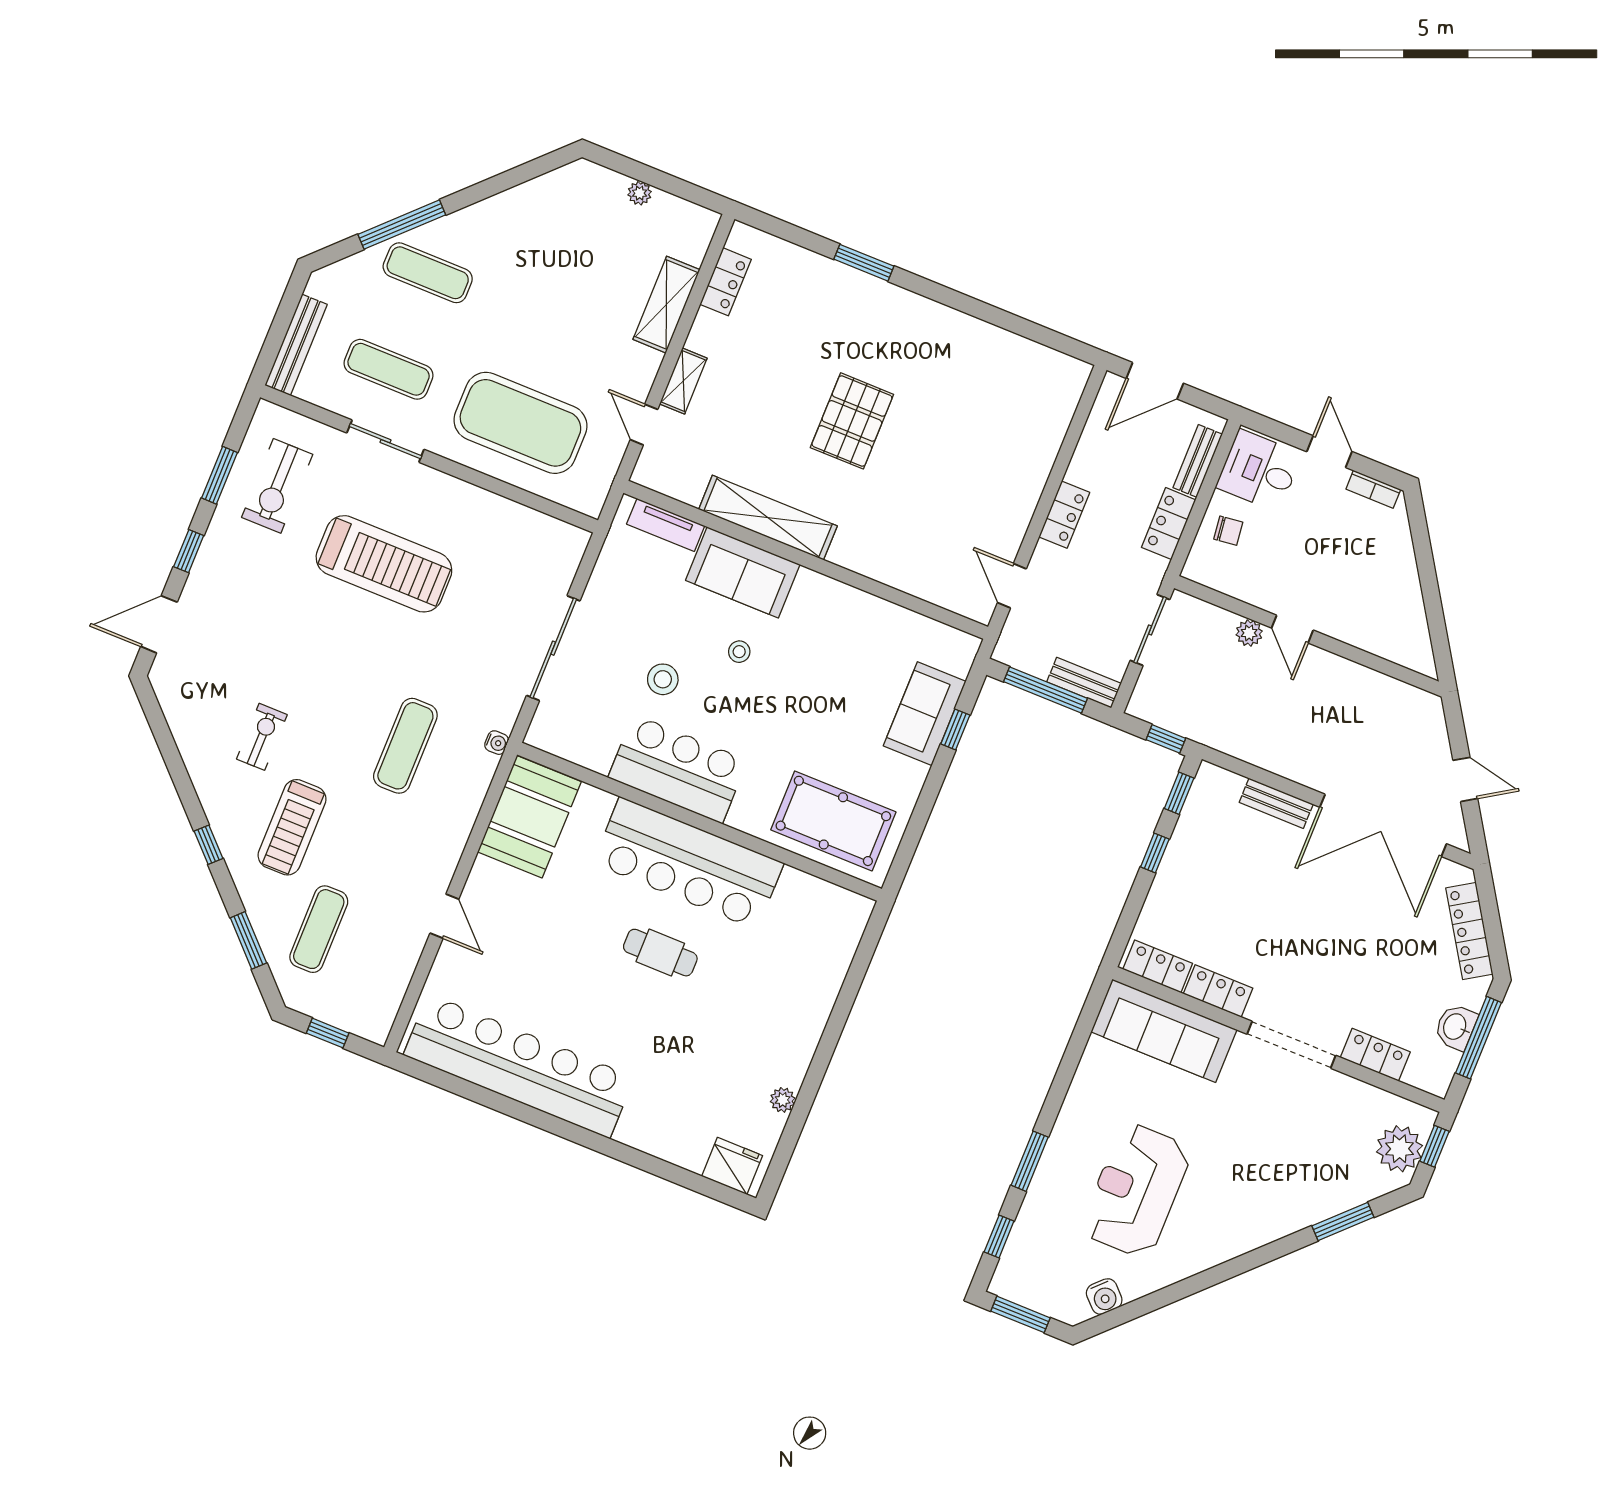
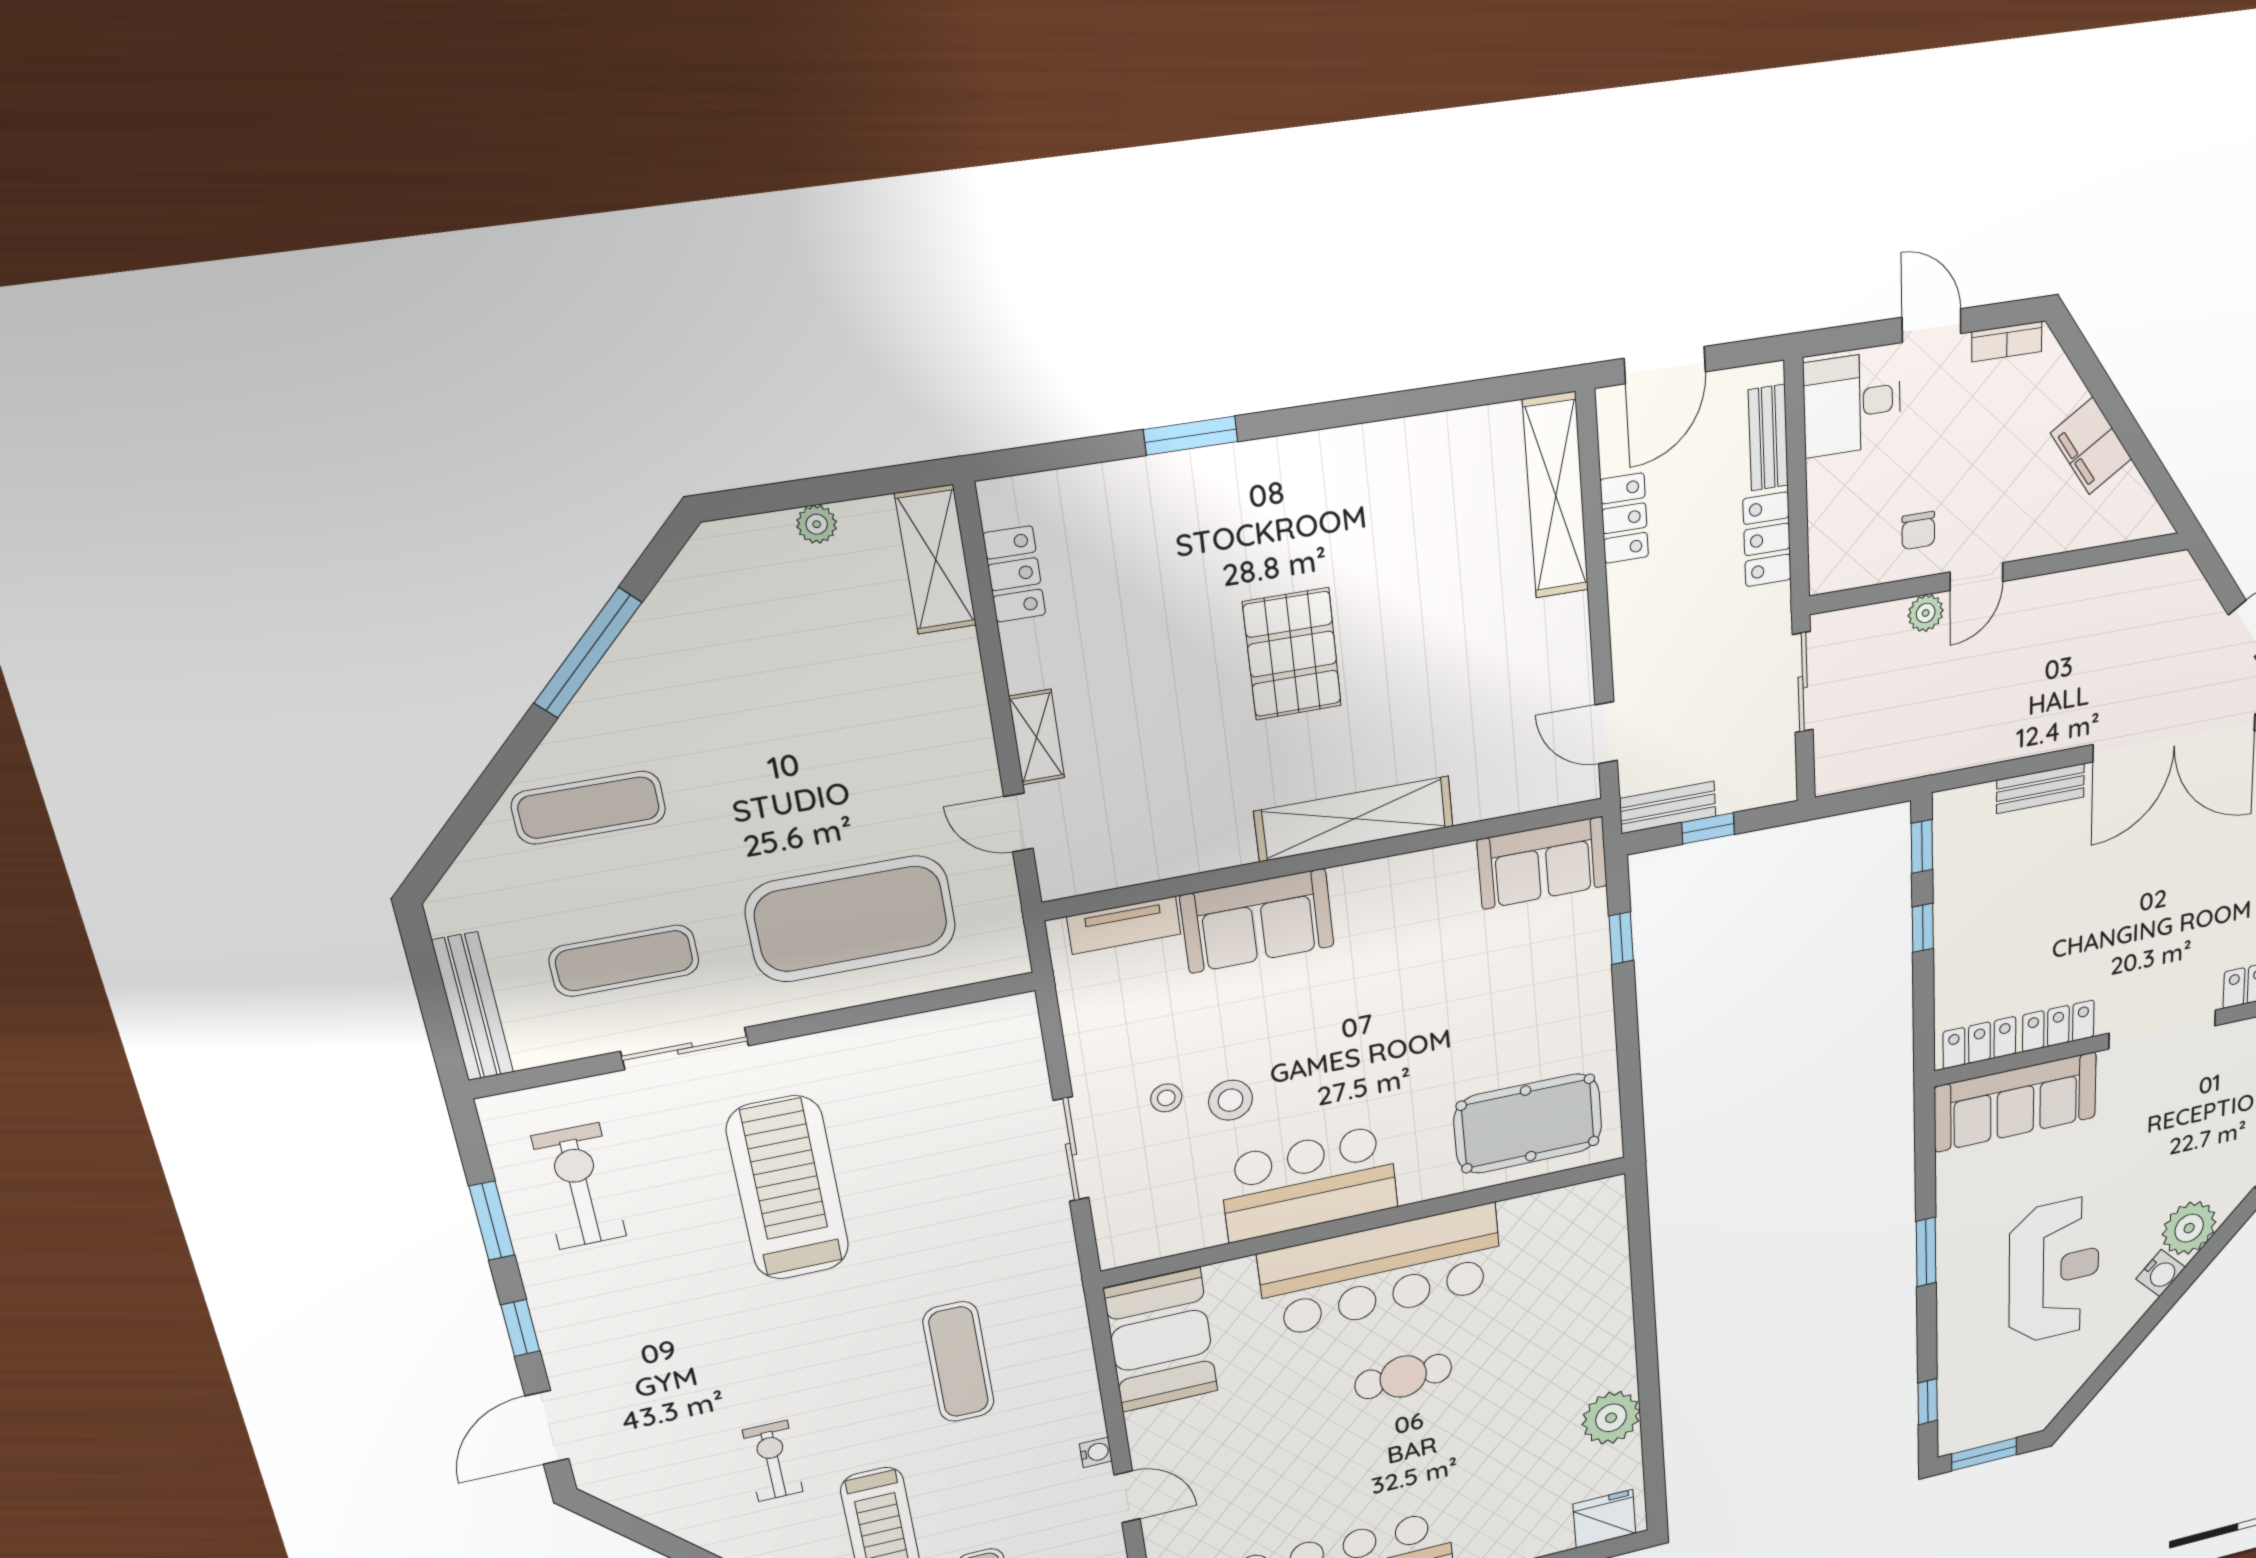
window: (402, 225) -> (588, 653), moved
shelving: (666, 305) -> (936, 560), moved
shelving: (1053, 420) -> (1556, 496), added
exercise bike: (277, 486) -> (579, 1186), turned 180
locker: (1064, 515) -> (1624, 518), moved
shelving: (768, 518) -> (1354, 819), moved
chair: (1228, 531) -> (1918, 531), moved, turned 97
treadmill: (384, 564) -> (788, 1188), turned -90
filing cabinet: (1402, 588) -> (2091, 446), added
door: (1292, 629) -> (1976, 577), hinge flipped
sliding door: (553, 648) -> (1071, 1149), width x0.73
stool: (739, 652) -> (1166, 1098), moved
bench: (1084, 683) -> (1668, 807), moved
window: (1045, 690) -> (1708, 828), width x0.46
sofa: (925, 714) -> (1542, 863), moved, turned -90
window: (1166, 739) -> (1879, 796), removed
water cooler: (497, 743) -> (1096, 1452), moved
plant: (783, 1100) -> (1611, 1418), width x1.88, depth x1.88
window: (1030, 1161) -> (1926, 1252), moved
reception desk: (1136, 1190) -> (2054, 1270), turned 180
plant: (1250, 1226) -> (2189, 1228), added
water cooler: (1104, 1297) -> (2161, 1273), moved

